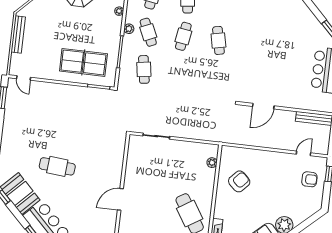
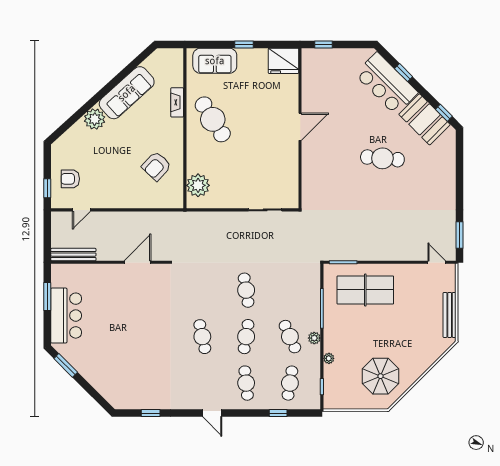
cafe table: (144, 69) -> (246, 290), moved
plant: (212, 163) -> (198, 185), width x1.87, depth x1.87

